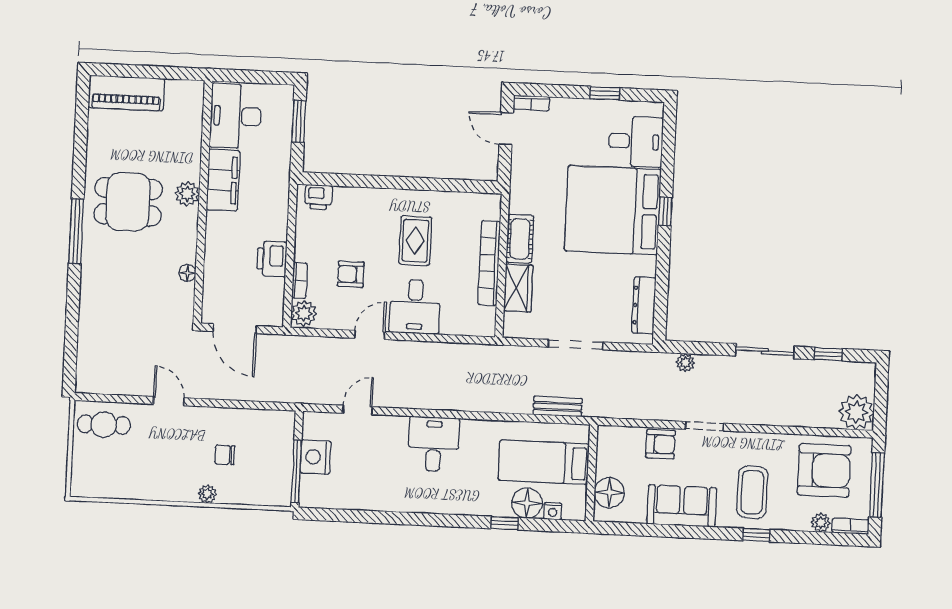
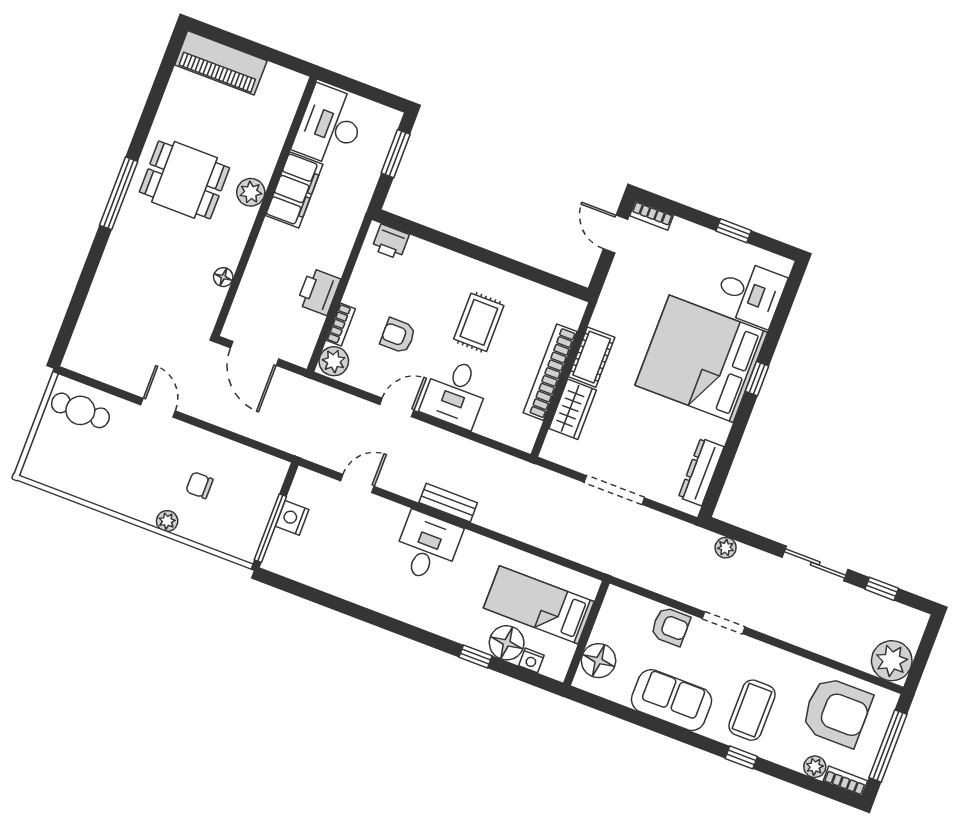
bench: (558, 407) -> (448, 503), moved
nightstand: (316, 457) -> (292, 518), width x0.74, depth x0.75

